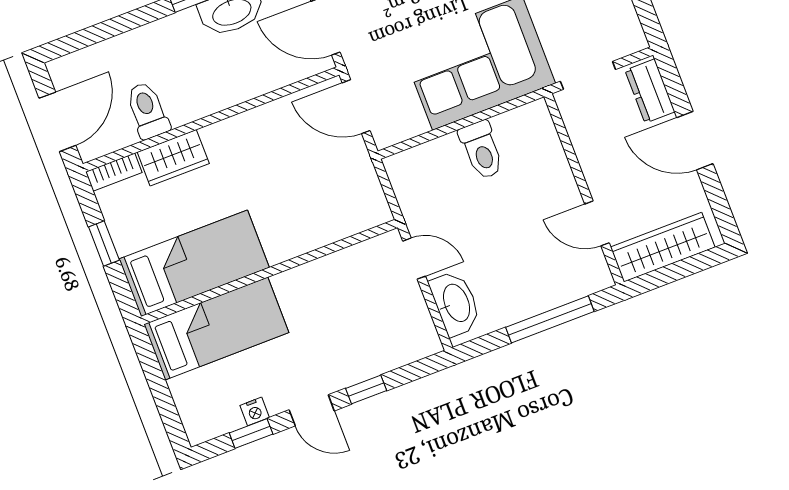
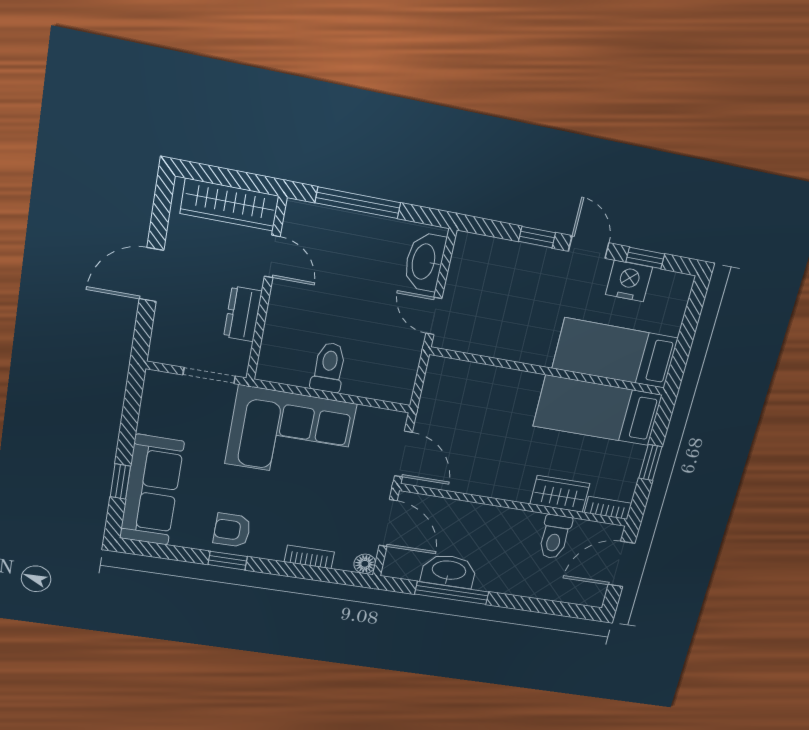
dresser: (650, 91) -> (243, 314), moved, turned 180
door: (695, 141) -> (151, 275), swing flipped
nightstand: (255, 411) -> (629, 281), width x1.89, depth x1.79

